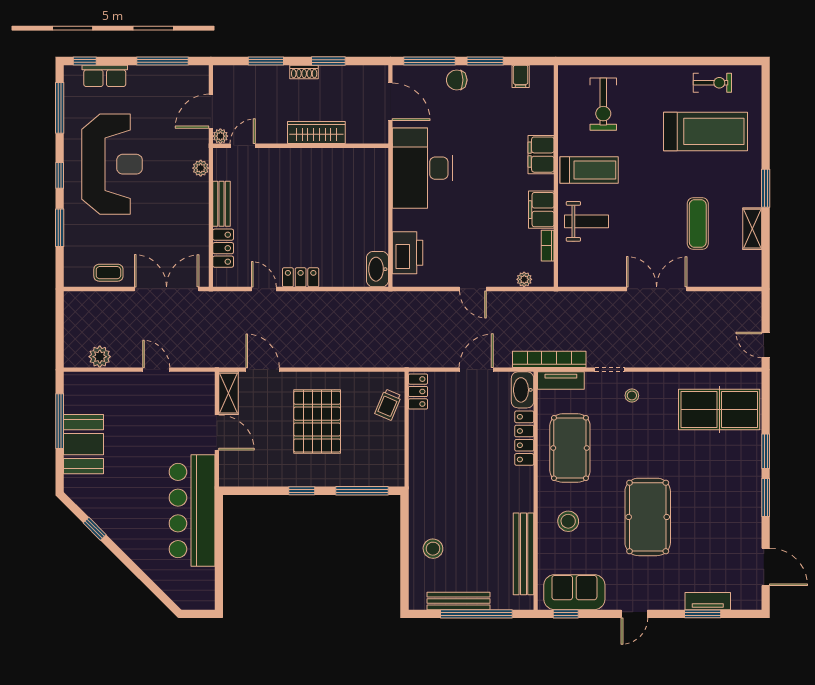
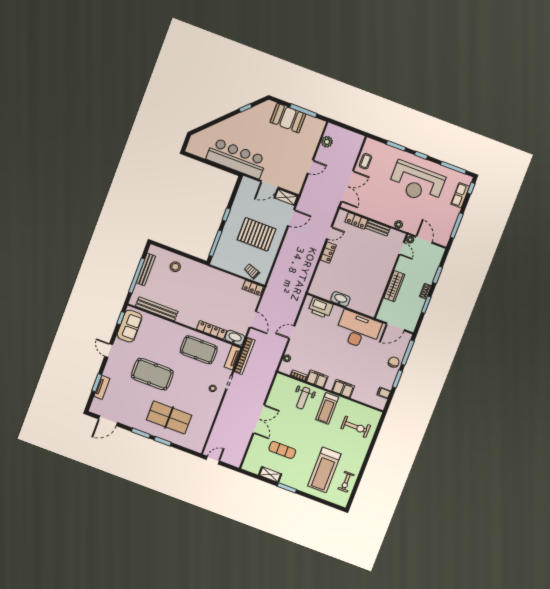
exercise bike: (603, 104) -> (356, 427), turned 180
washbasin: (378, 269) -> (340, 299), moved
table tennis table: (719, 410) -> (169, 417), moved, turned 90
stool: (568, 521) -> (164, 336), removed

